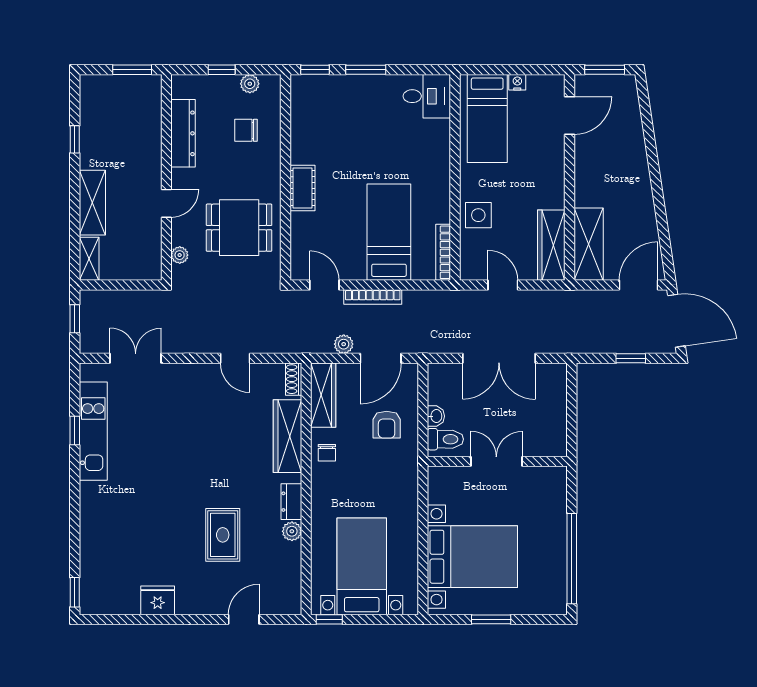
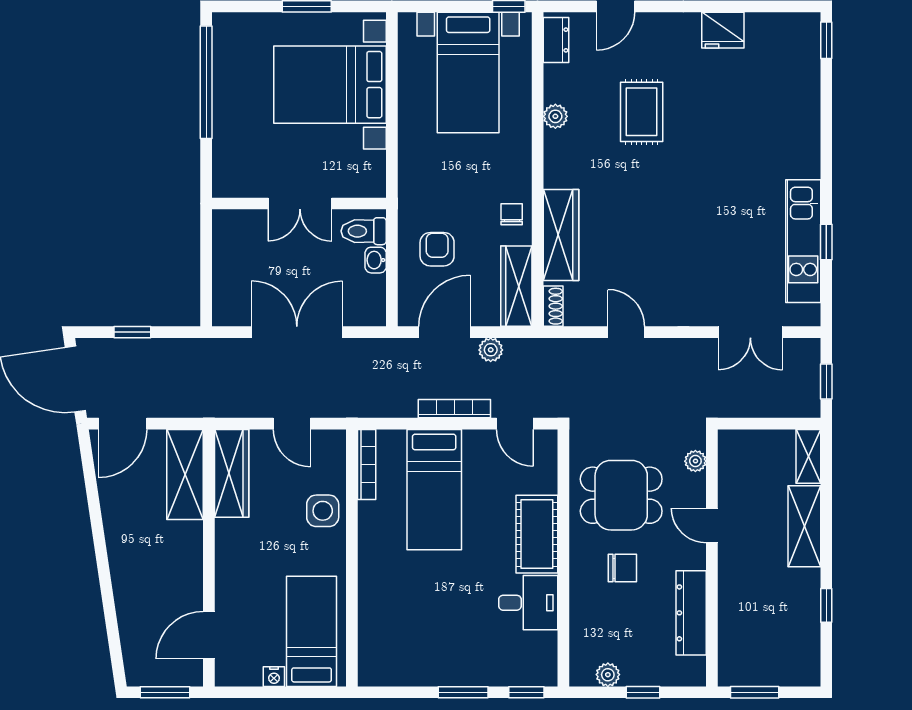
desk: (427, 96) -> (528, 603), moved, turned 180
chair: (246, 130) -> (622, 568), moved
cot: (302, 188) -> (537, 534), width x1.37, depth x1.34
door: (166, 203) -> (712, 525), hinge flipped
dresser: (291, 502) -> (556, 40), moved

